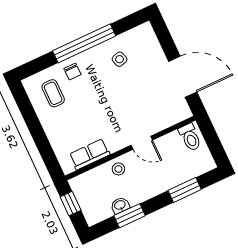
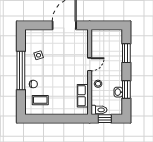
toilet: (190, 137) -> (99, 110), moved

